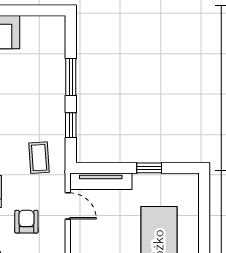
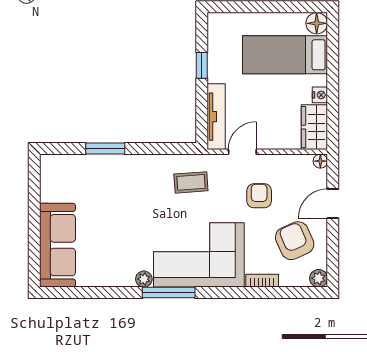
window: (71, 125) -> (156, 149), removed
armchair: (26, 222) -> (259, 196), turned 90

